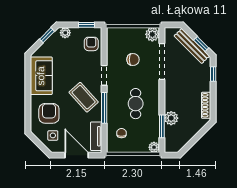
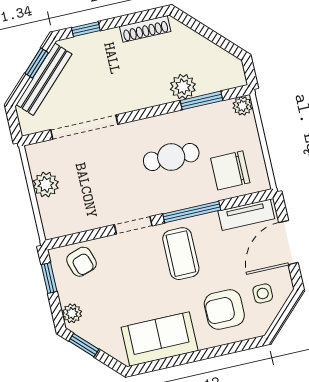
plant: (152, 34) -> (46, 185), moved
armchair: (91, 44) -> (81, 262), turned -108
chair: (133, 60) -> (93, 180), removed
coffee table: (84, 97) -> (181, 254), turned -48
chair: (121, 133) -> (230, 170), width x1.87, depth x1.87

